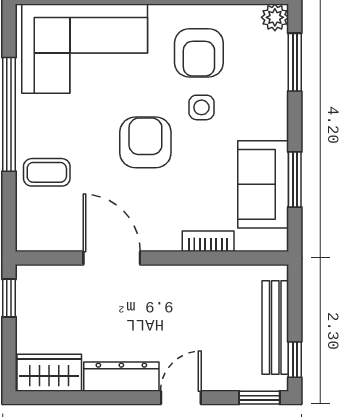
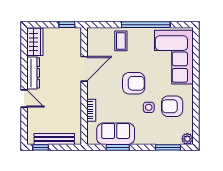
window: (259, 398) -> (24, 132), removed

